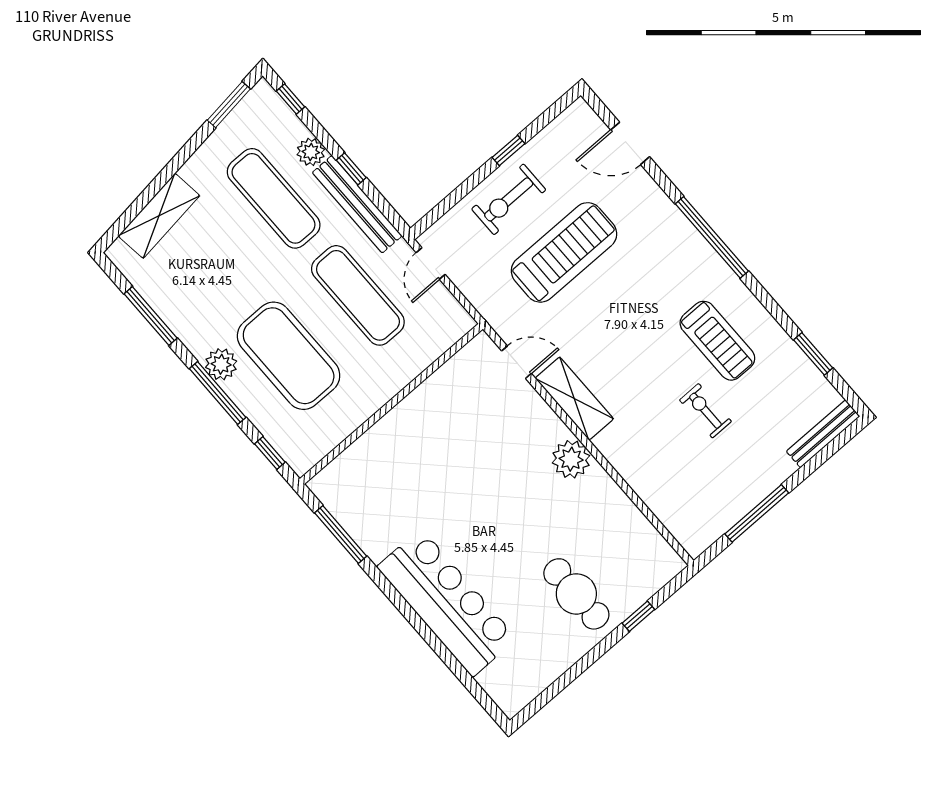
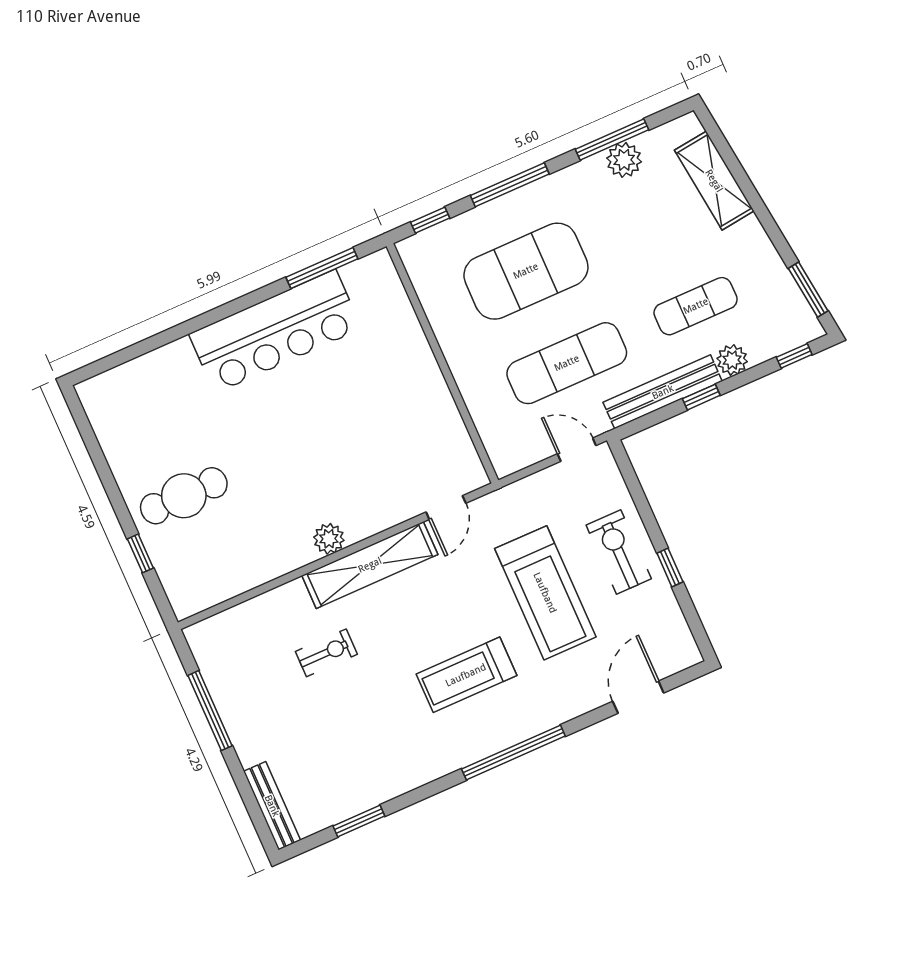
exercise mat: (274, 198) -> (696, 306), width x0.73, depth x0.69
treadmill: (717, 341) -> (466, 675), moved
plant: (221, 364) -> (624, 160), moved
shelving: (574, 399) -> (370, 565), width x1.47
exercise bike: (705, 411) -> (326, 653), moved
plant: (571, 459) -> (329, 539), width x0.73, depth x0.73
bar counter: (447, 603) -> (275, 331), moved

